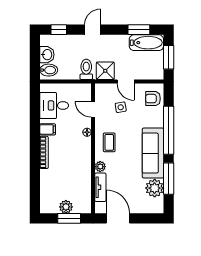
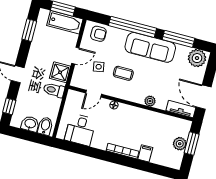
bathtub: (146, 43) -> (65, 22), moved, turned 90
armchair: (153, 99) -> (98, 34), turned -90
filing cabinet: (48, 129) -> (145, 153), moved
coffee table: (109, 142) -> (123, 73), moved
tv unit: (100, 187) -> (181, 109), moved
plant: (155, 188) -> (197, 58), moved
door: (118, 218) -> (204, 97), hinge flipped

